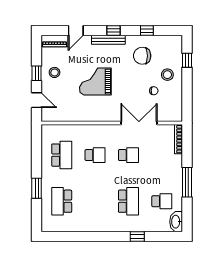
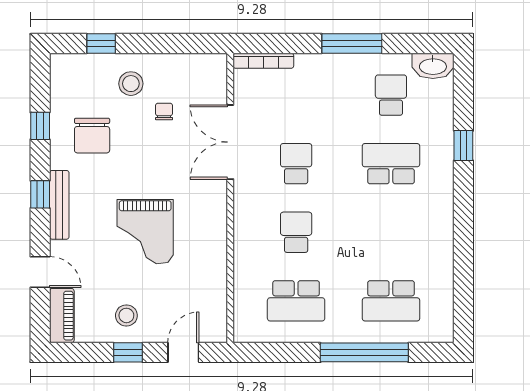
school desk: (62, 155) -> (296, 301), turned 180
window: (37, 188) -> (364, 352), width x2.11

